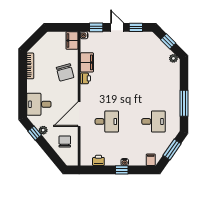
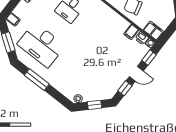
filing cabinet: (87, 62) -> (131, 32), width x0.50
printer: (85, 78) -> (142, 38), moved
desk: (153, 121) -> (41, 45), width x1.87, depth x1.30

